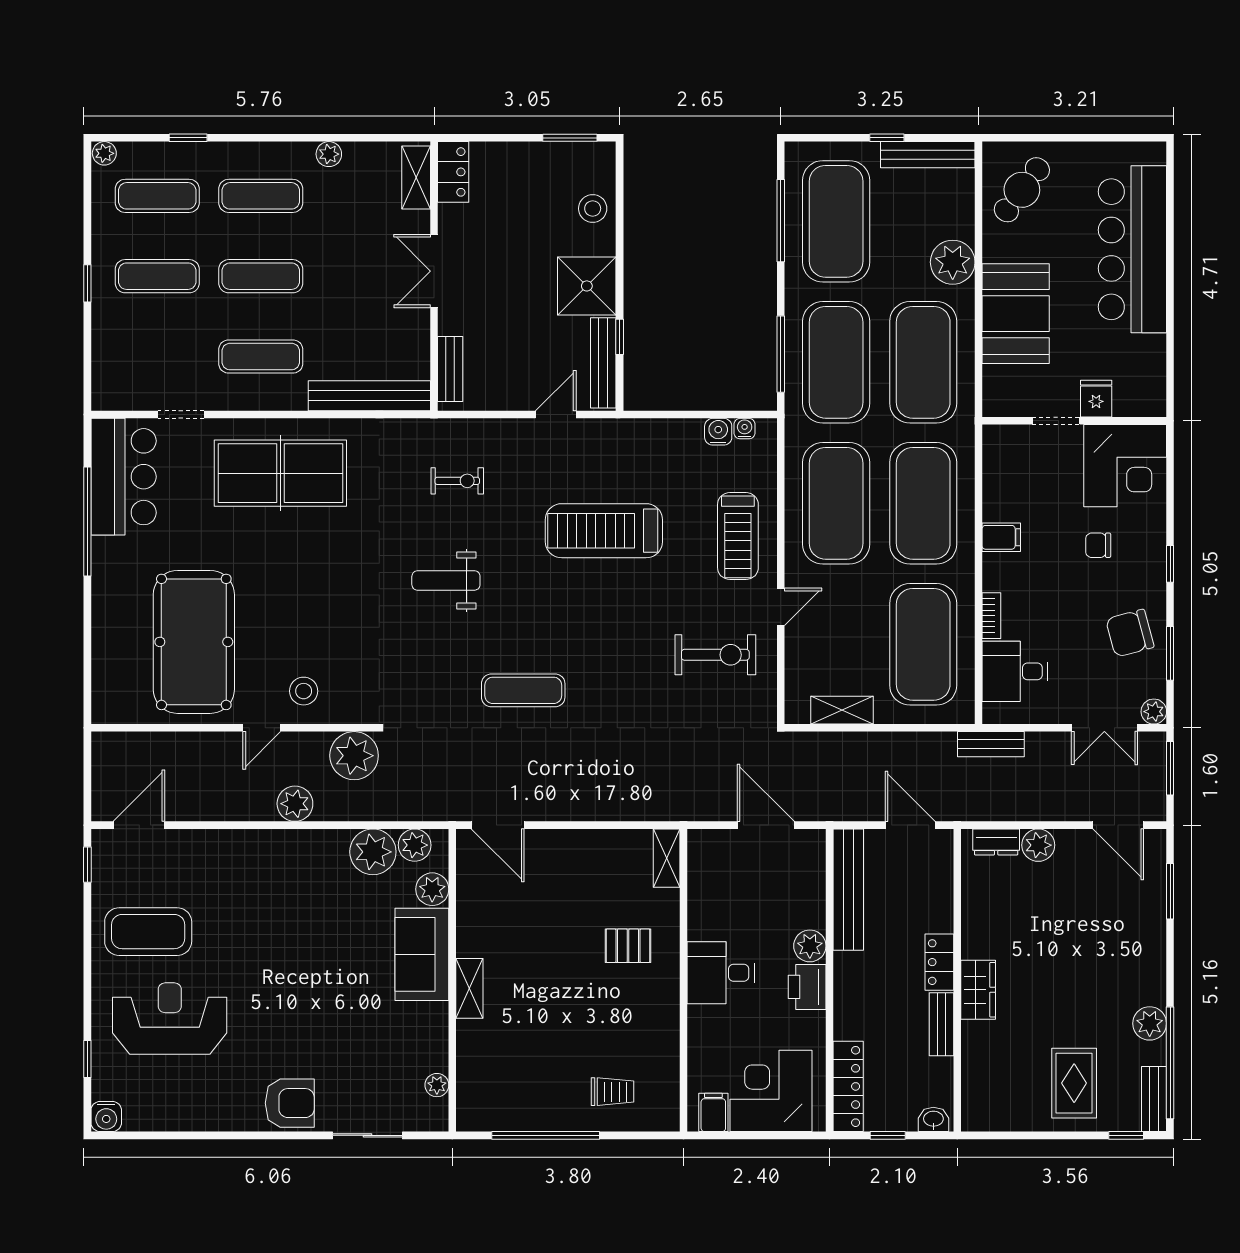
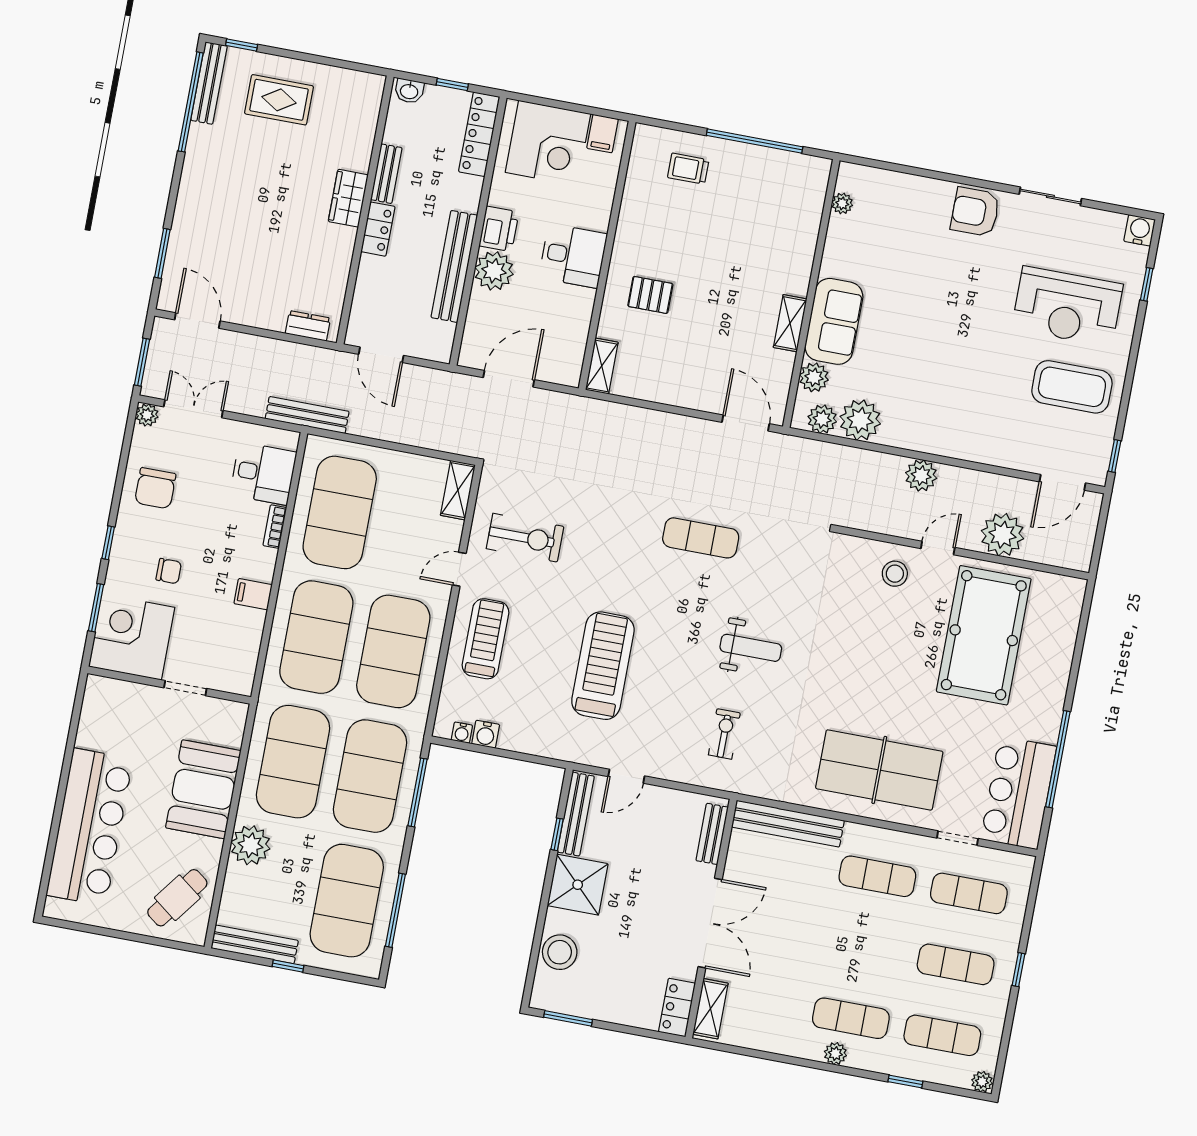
plant: (329, 154) -> (835, 1054), moved
stool: (593, 209) -> (560, 952), width x1.38, depth x1.38
double door: (434, 271) -> (710, 923), width x1.37
exercise mat: (261, 276) -> (969, 893), moved
fridge: (1096, 399) -> (146, 701), removed
exercise bike: (457, 481) -> (724, 734), turned 90
treadmill: (604, 531) -> (603, 666), turned -90
chair: (1130, 633) -> (155, 488), turned 105
window: (1170, 653) -> (96, 608), moved
exercise bike: (715, 655) -> (525, 538), turned 180
shelving: (842, 710) -> (458, 490), moved, turned 90
bench: (991, 744) -> (307, 415), width x1.36
plant: (354, 756) -> (1002, 535), moved
door: (766, 825) -> (509, 379), swing flipped
plant: (1038, 845) -> (271, 316), removed
bench: (848, 890) -> (454, 266), moved
plant: (810, 946) -> (494, 271), width x1.36, depth x1.36
shelving: (469, 988) -> (790, 323), moved
plant: (1150, 1023) -> (202, 140), removed
rug: (1074, 1083) -> (279, 100), turned 90
bench: (1154, 1099) -> (209, 83), width x1.36
sliding door: (368, 1135) -> (1050, 196), moved

